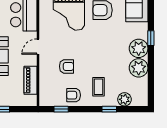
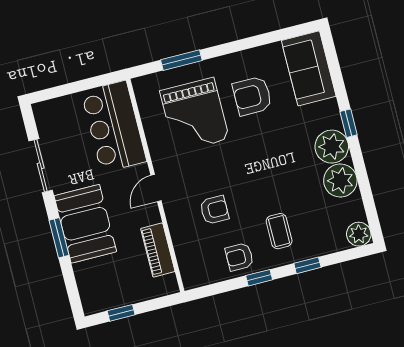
plant: (124, 99) -> (359, 234), moved
window: (61, 109) -> (259, 278), moved

